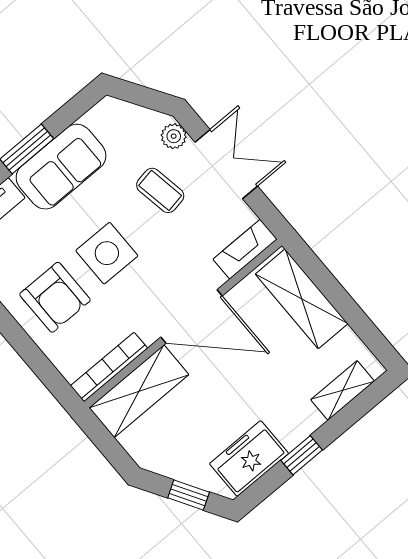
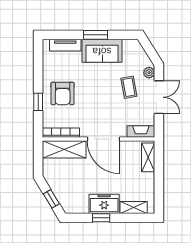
side table: (107, 253) -> (93, 93), removed
shelving: (302, 299) -> (148, 157), width x0.67, depth x0.75
window: (25, 347) -> (38, 102), added
freezer: (249, 459) -> (104, 204), moved

